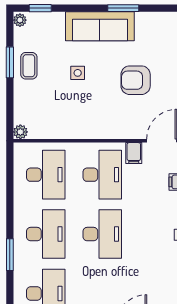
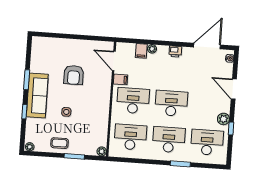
window: (40, 8) -> (24, 112), moved
window: (10, 62) -> (74, 156), moved

